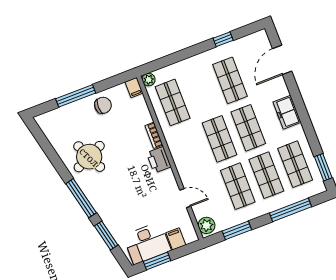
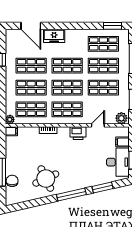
shop shelf: (201, 91) -> (31, 88), added
chair: (103, 105) -> (12, 181), moved
freezer: (287, 112) -> (54, 36), moved
shop shelf: (191, 150) -> (67, 109), added
printer: (159, 160) -> (78, 133), moved

